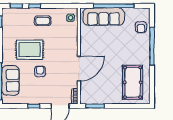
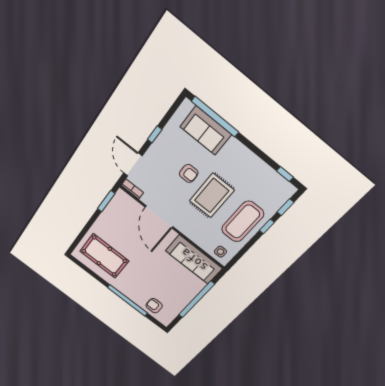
sofa: (104, 17) -> (194, 260), moved, turned -90
coffee table: (43, 21) -> (243, 222), width x1.86, depth x1.72
rug: (30, 50) -> (212, 196), moved

